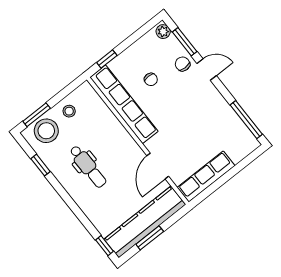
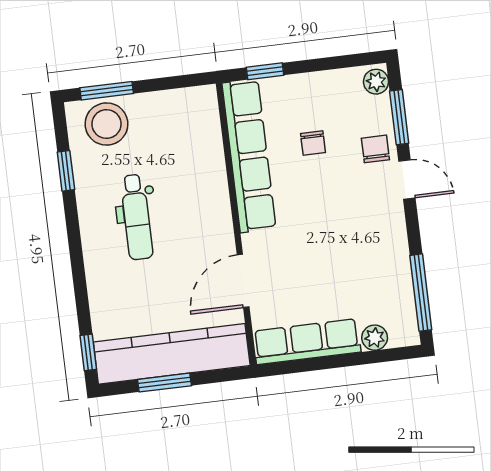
stool: (69, 111) -> (159, 115), removed
plant: (237, 155) -> (375, 338), added

